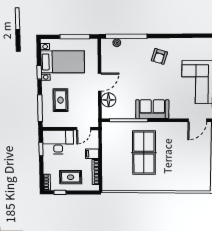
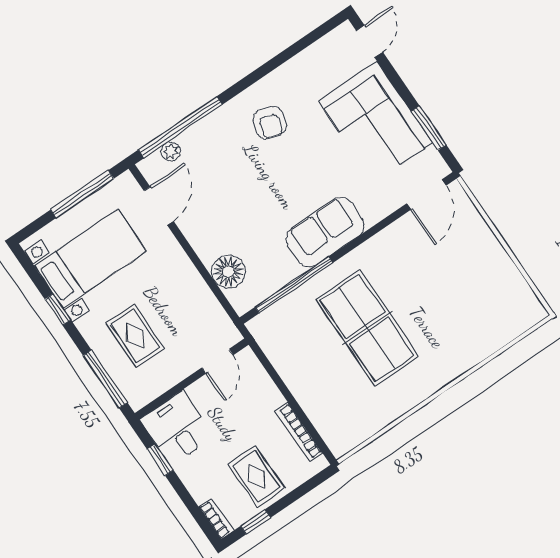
door: (100, 82) -> (159, 206), moved
desk: (58, 142) -> (177, 428), width x0.73
filing cabinet: (92, 154) -> (268, 400), removed
rug: (71, 177) -> (256, 476), turned 90

